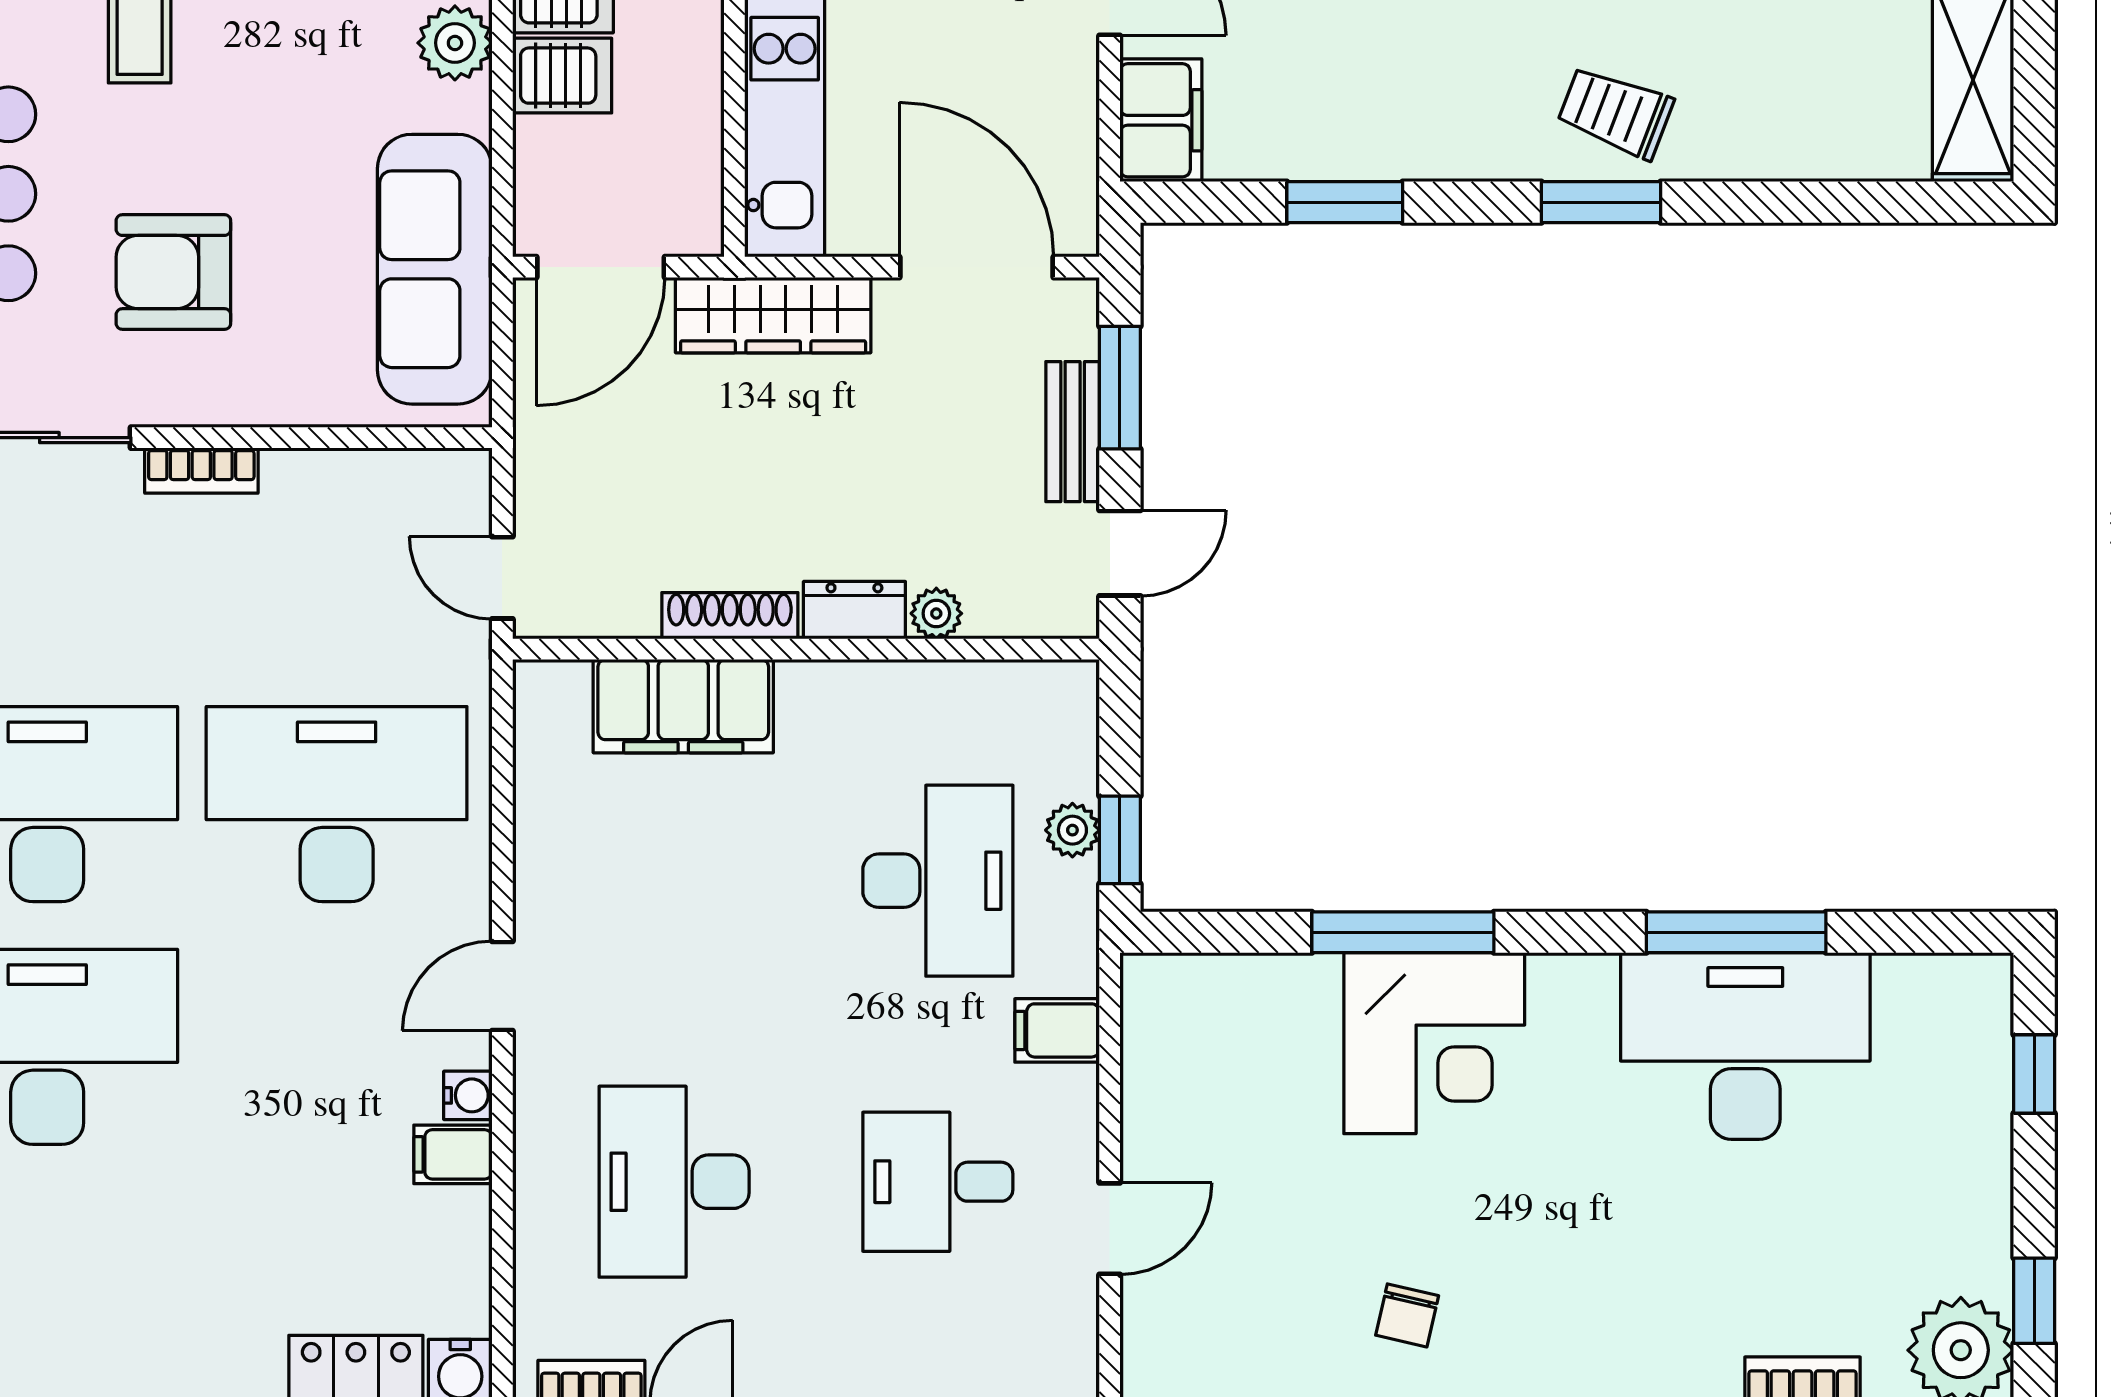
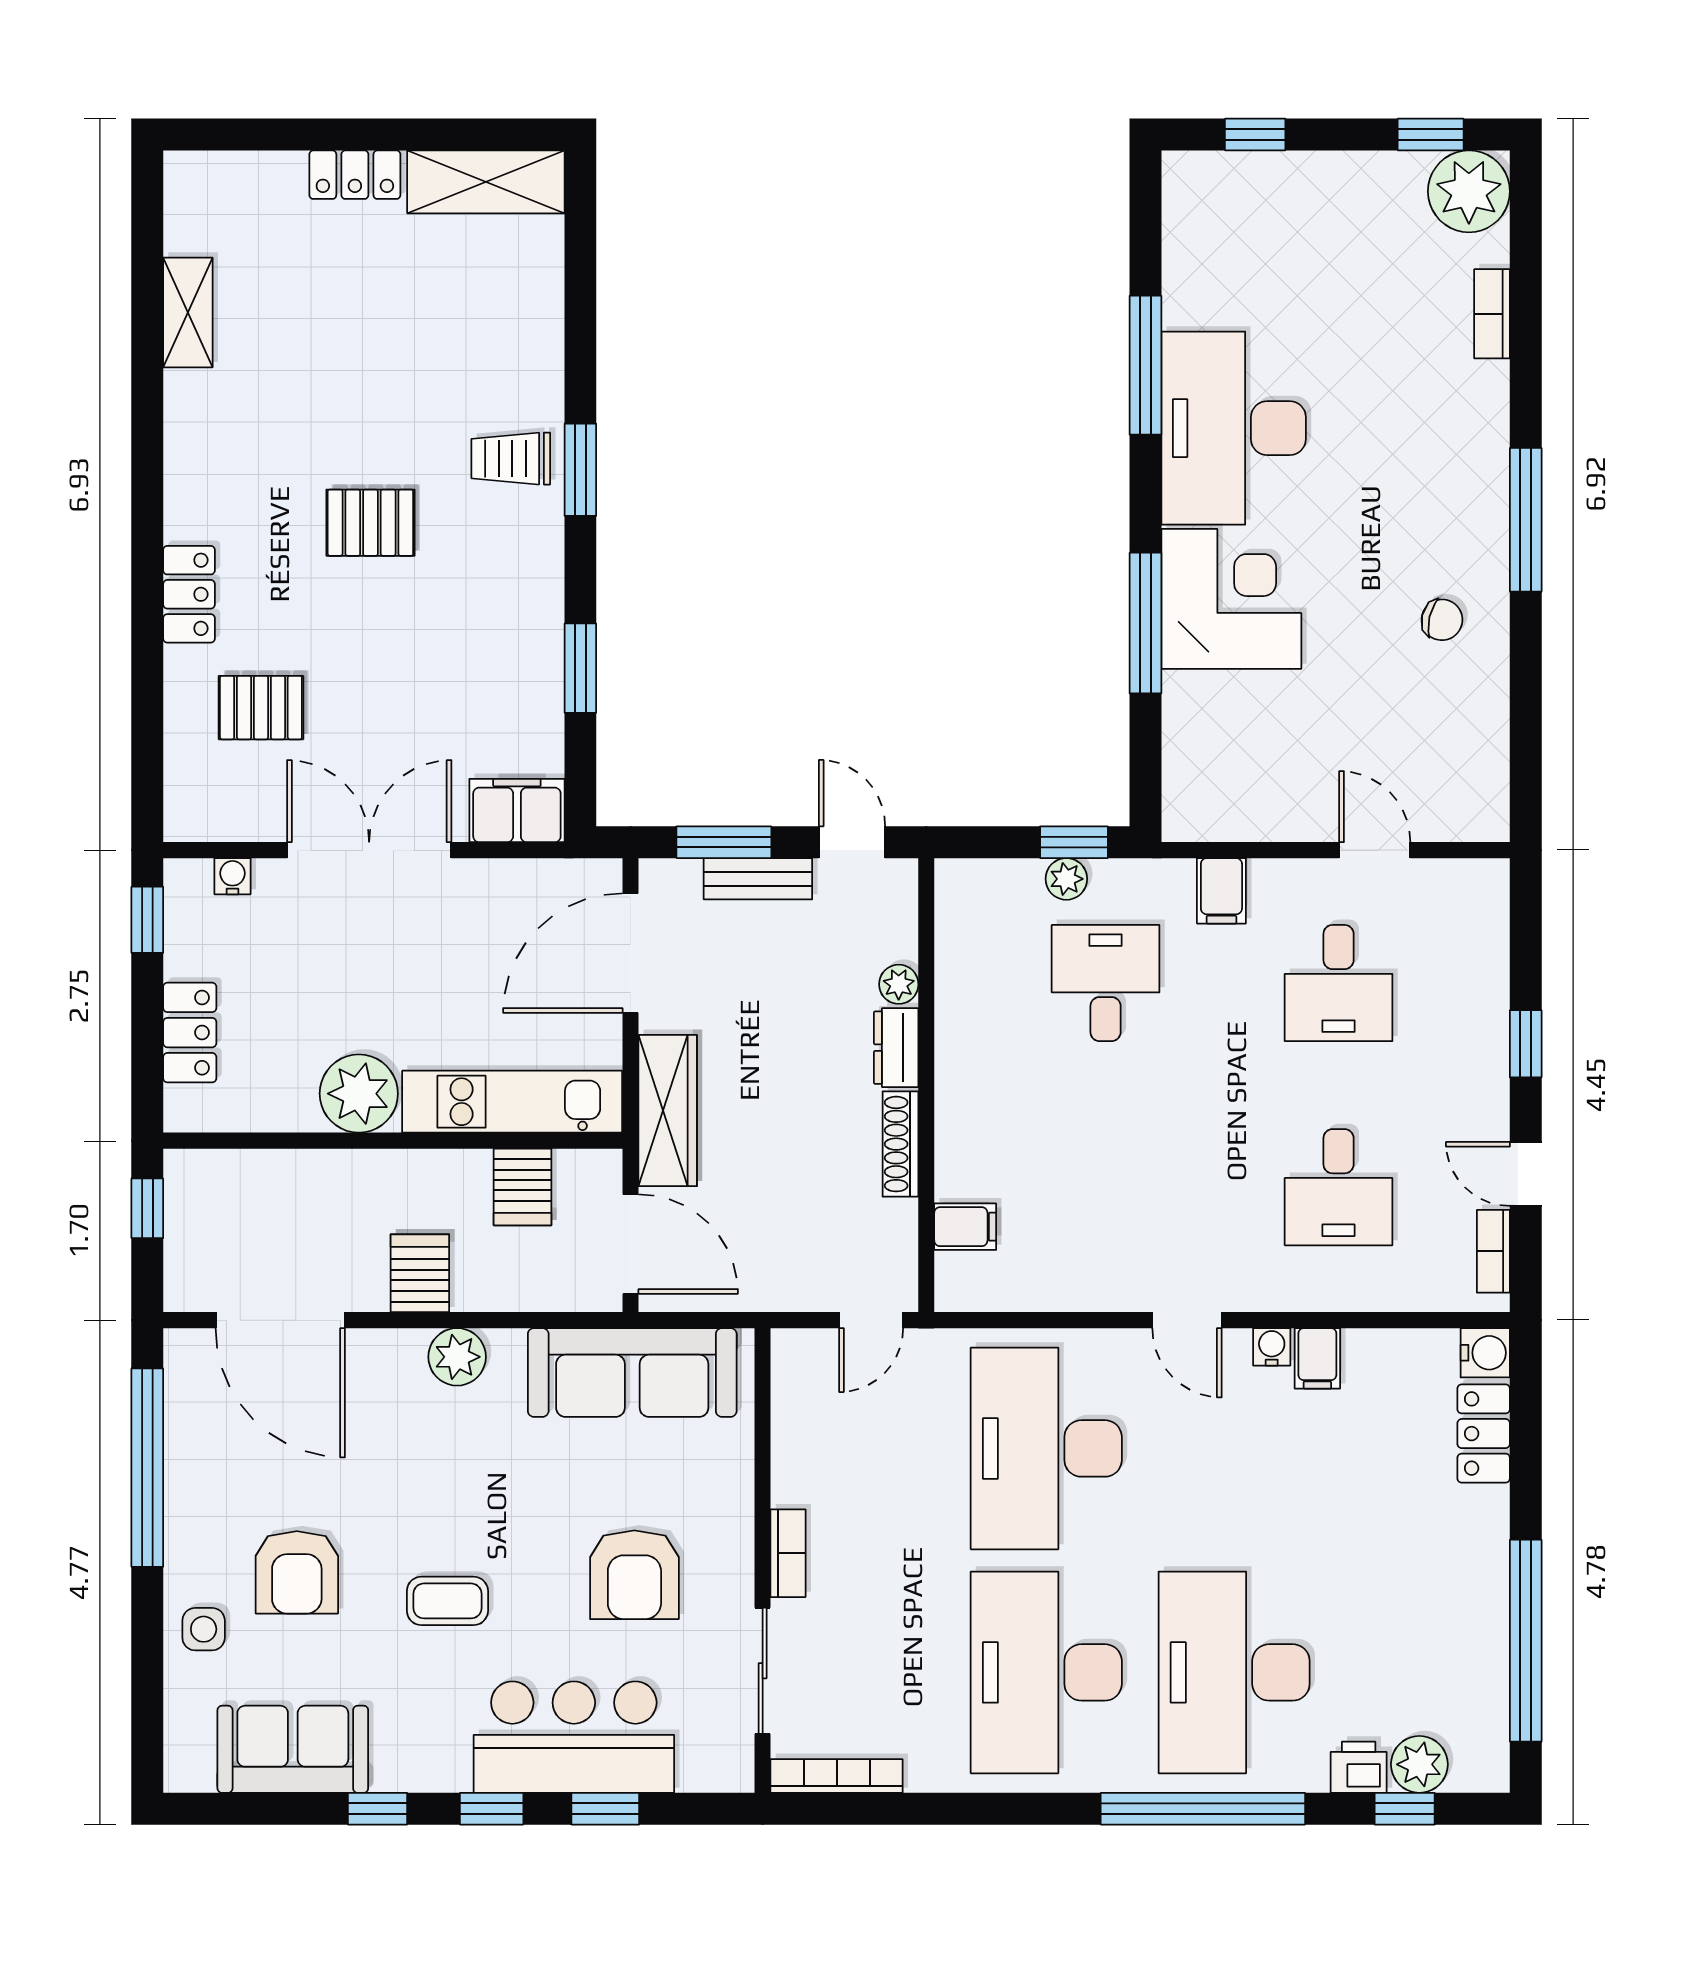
server rack: (562, 76) -> (523, 1187), moved, turned 180
trolley: (1615, 112) -> (511, 459), turned 69
filing cabinet: (683, 706) -> (965, 1227), width x0.33, depth x0.86
desk: (938, 881) -> (1106, 983), width x0.73
desk: (1745, 1046) -> (1234, 428), moved
desk: (674, 1182) -> (1339, 1187), width x0.73

